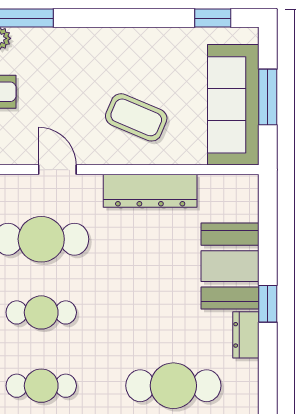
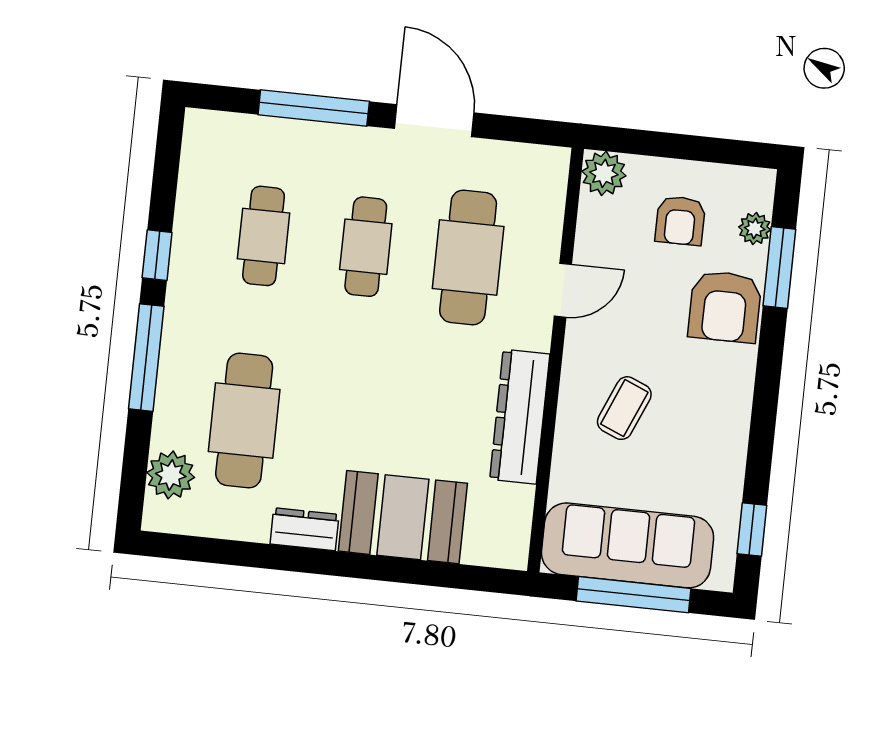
armchair: (57, 54) -> (725, 307), added
window: (268, 97) -> (634, 595), width x1.44
coffee table: (136, 117) -> (624, 408), width x0.73, depth x0.77
window: (268, 304) -> (345, 564), removed

